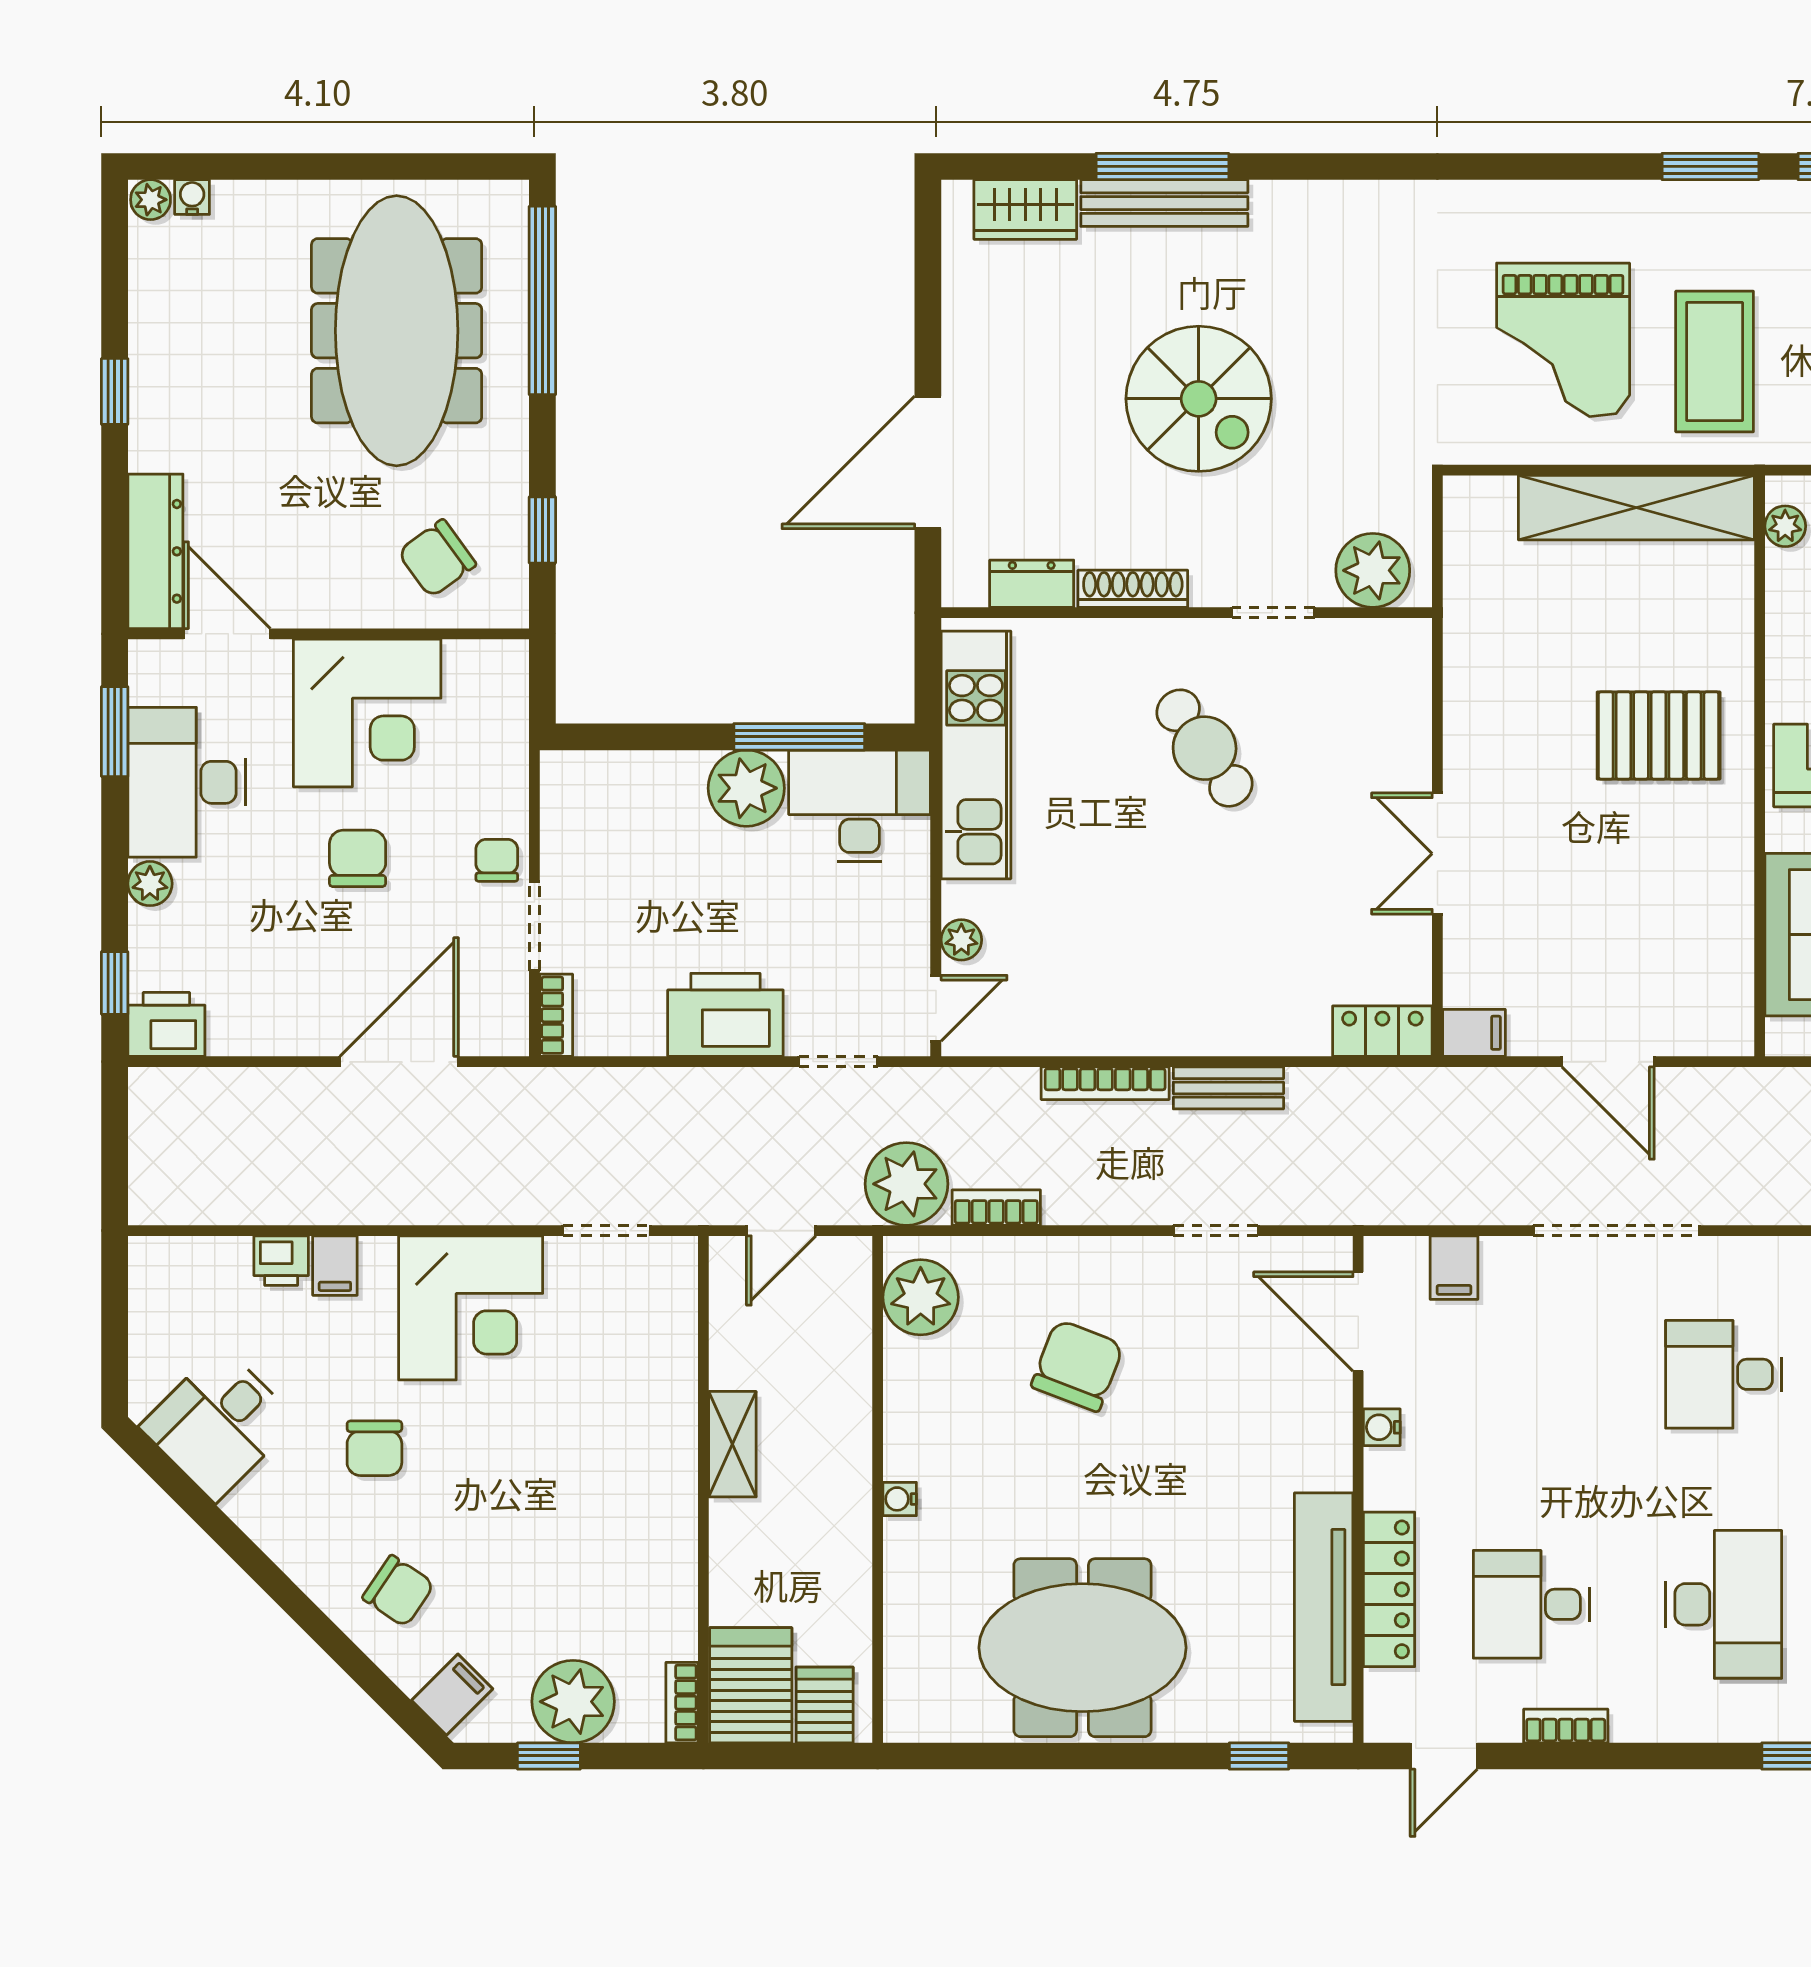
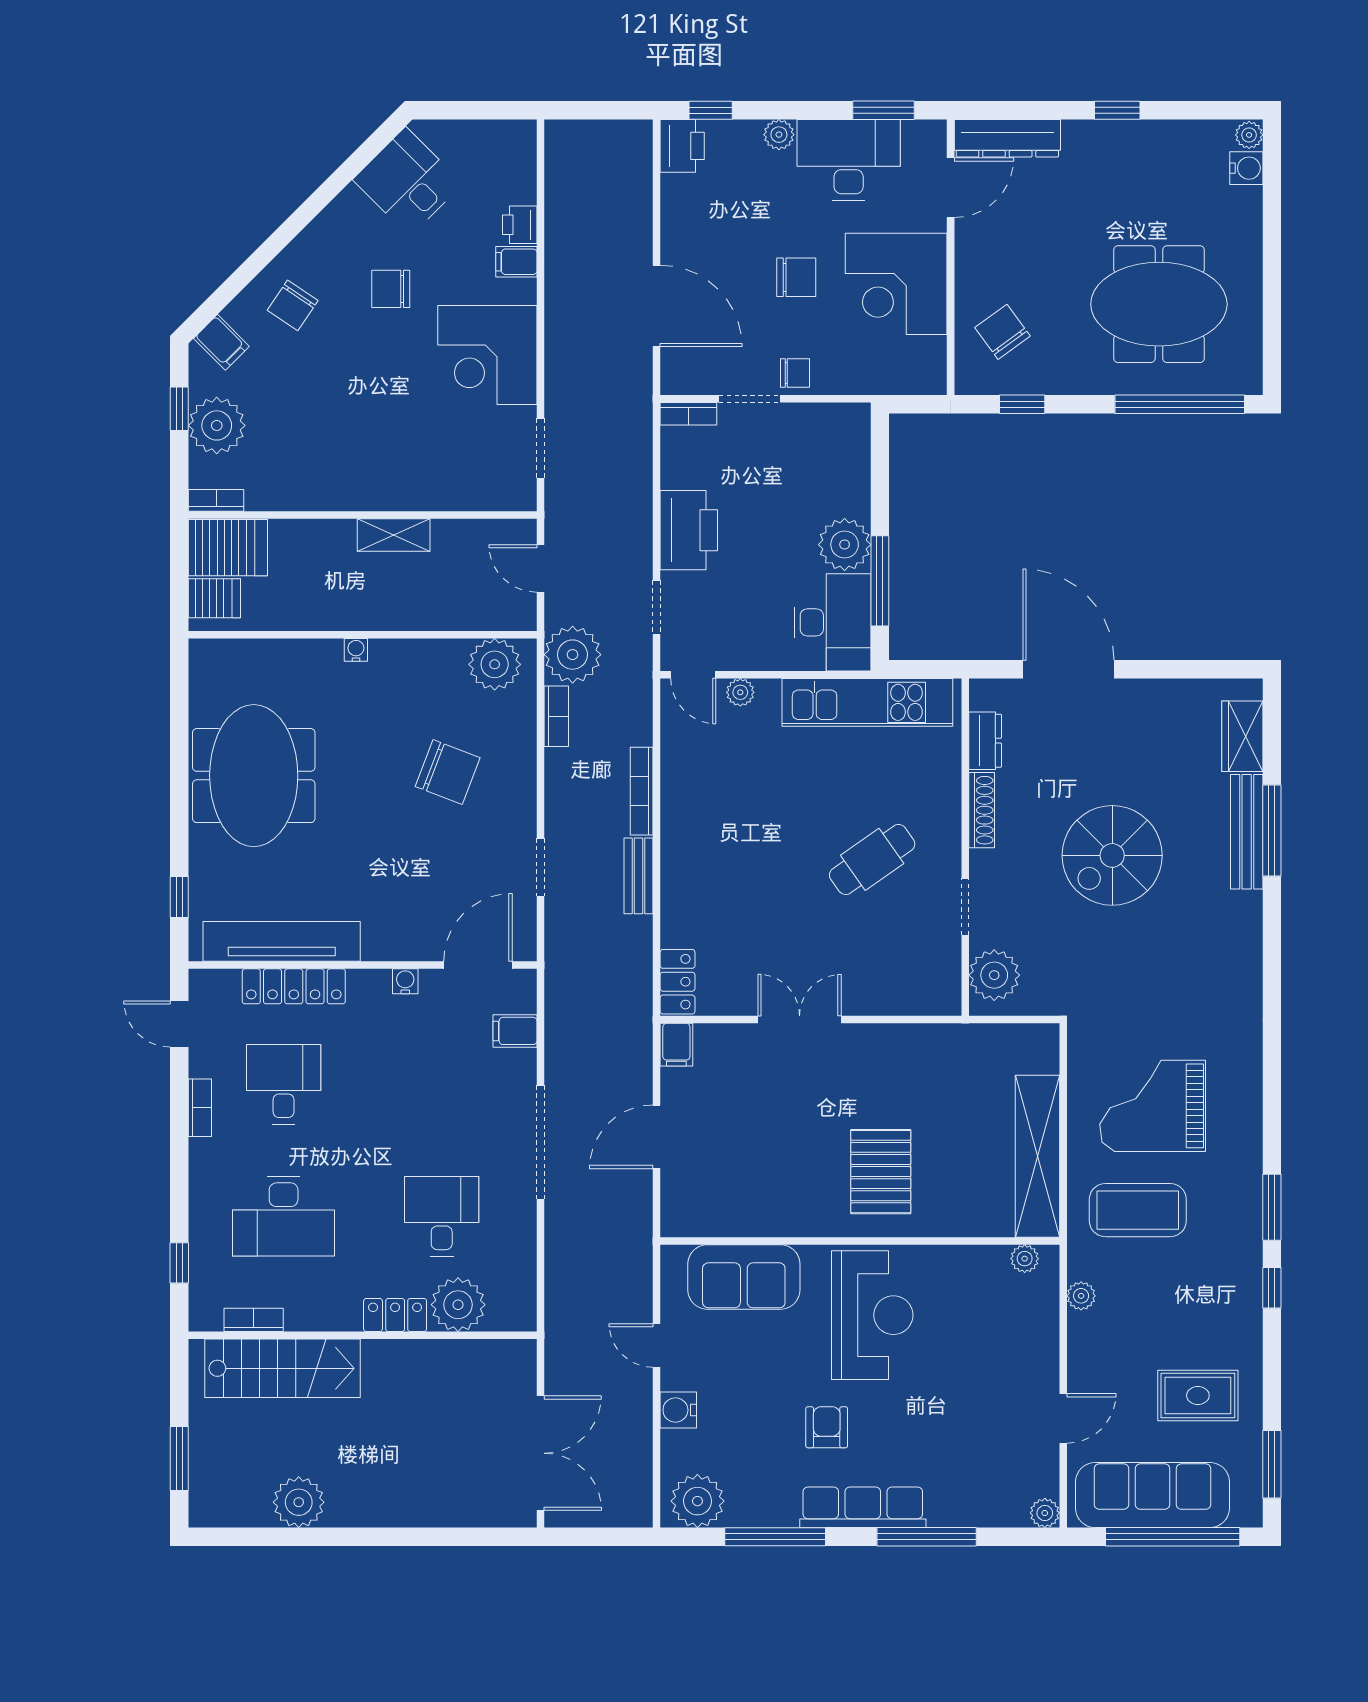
water cooler: (192, 197) -> (1246, 168), width x1.38, depth x1.38
meeting table: (397, 331) -> (1159, 304), width x0.73

